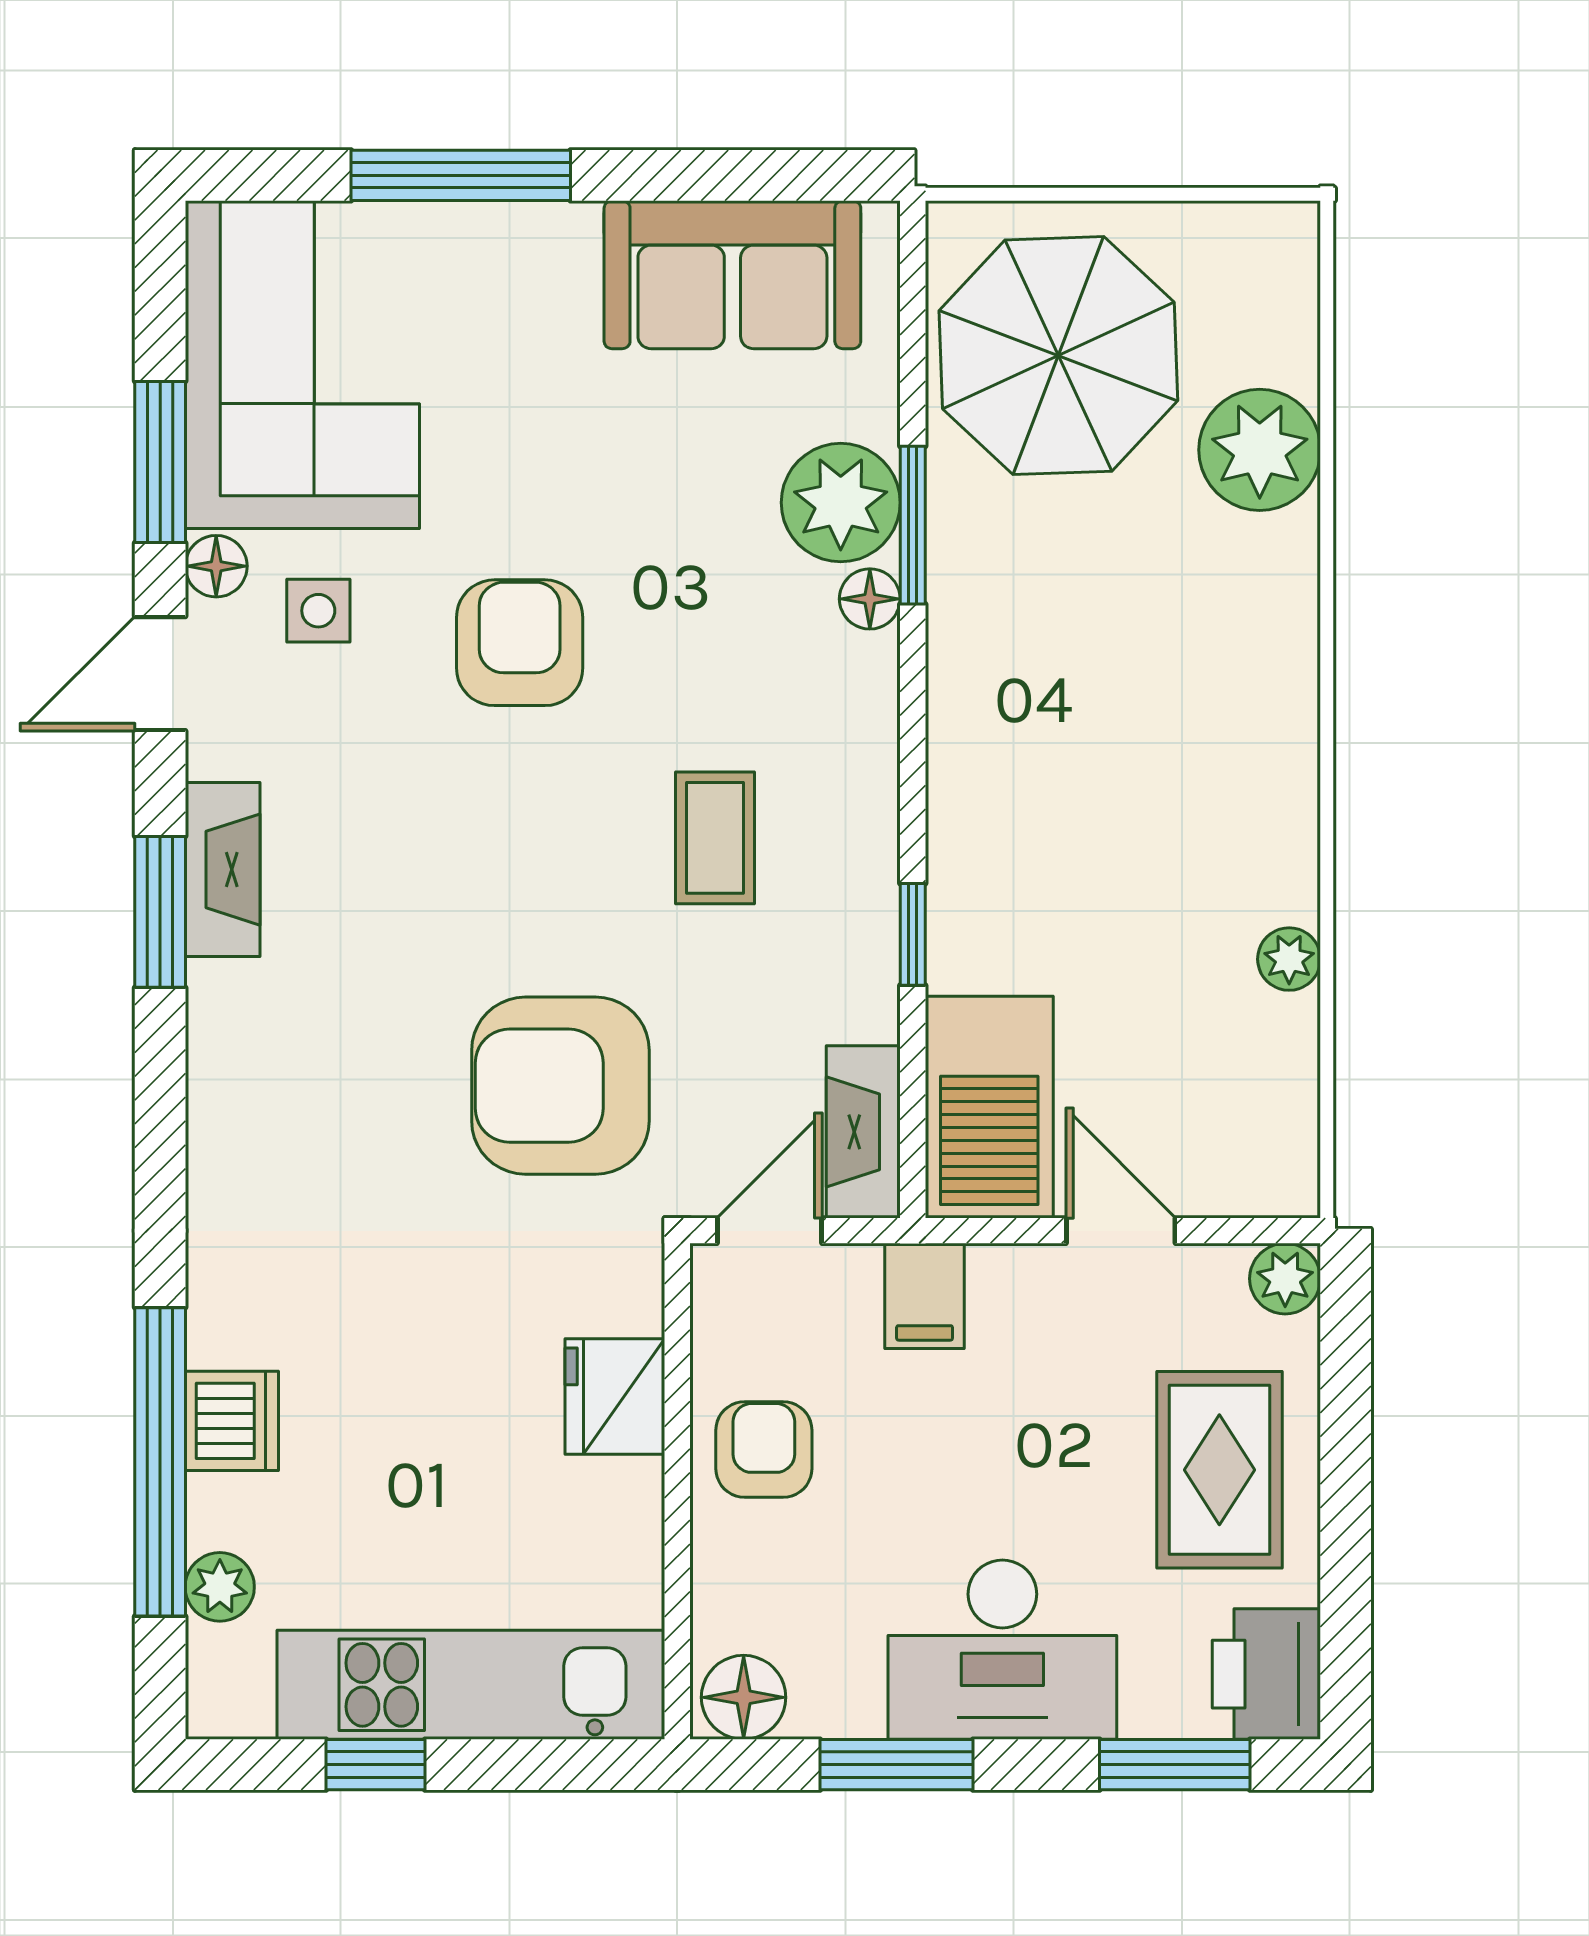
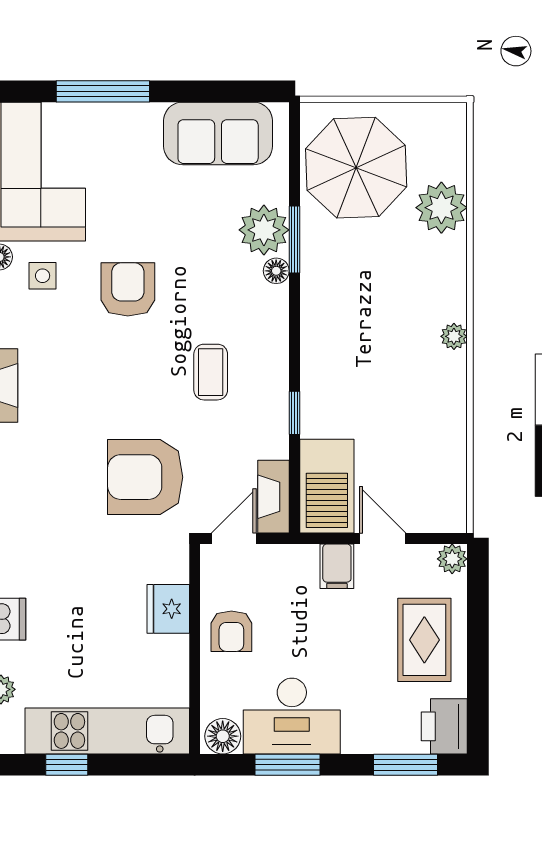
plant: (1289, 959) -> (454, 336), moved
filing cabinet: (925, 1296) -> (337, 566), moved
armchair: (764, 1449) -> (231, 631), turned 180
desk: (1002, 1650) -> (292, 716), moved

